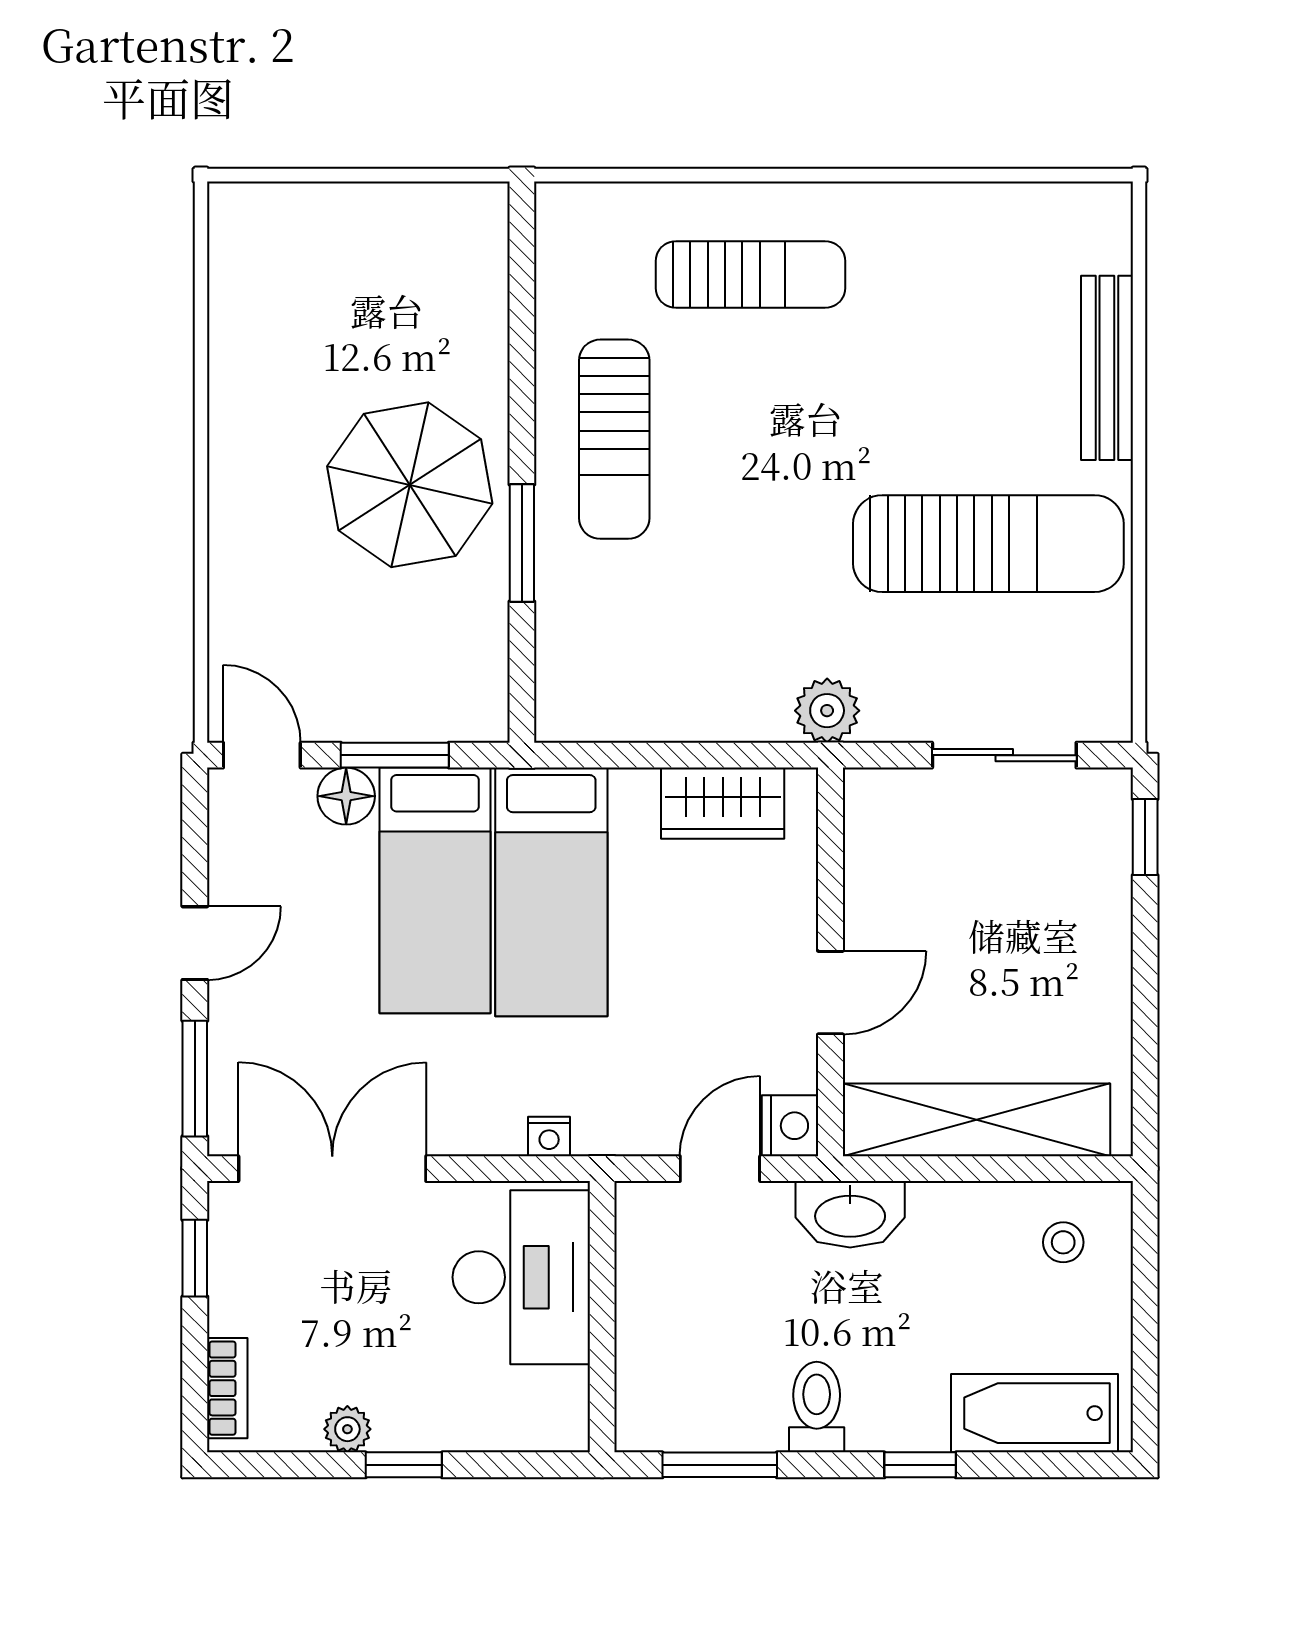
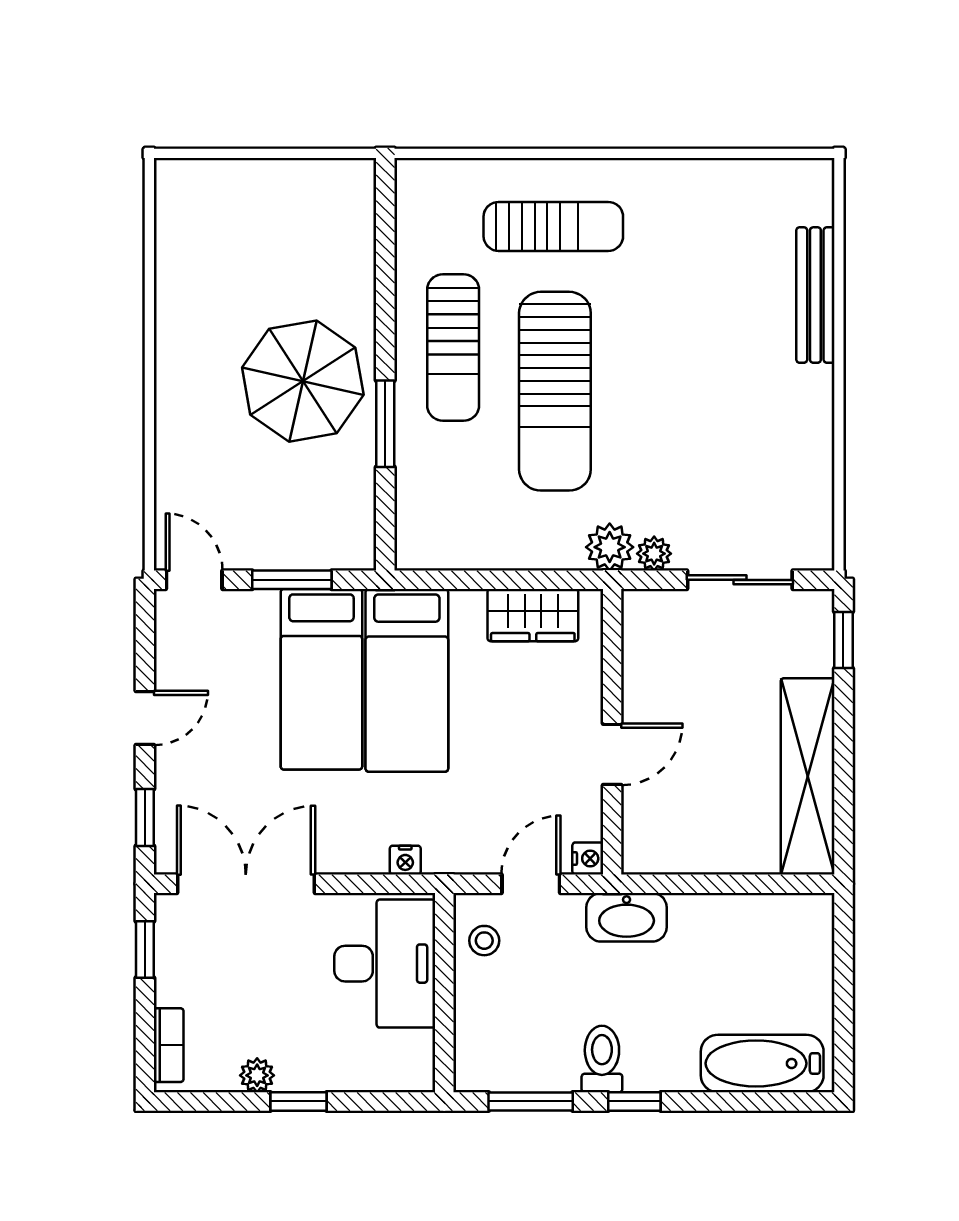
sun lounger: (988, 544) -> (555, 391), moved, turned 90
plant: (887, 720) -> (654, 554), added
floor lamp: (346, 796) -> (256, 610), removed
window: (195, 1079) -> (145, 818), width x0.67
shelving: (976, 1120) -> (808, 776), moved, turned 90
nightstand: (790, 1126) -> (588, 858), width x0.72, depth x0.74
stool: (1063, 1242) -> (484, 941), moved
window: (920, 1465) -> (634, 1101), moved

